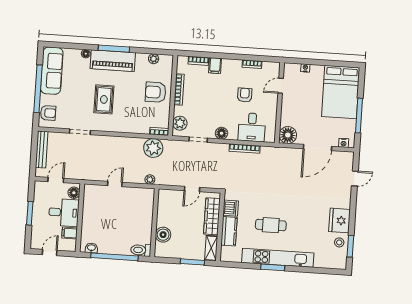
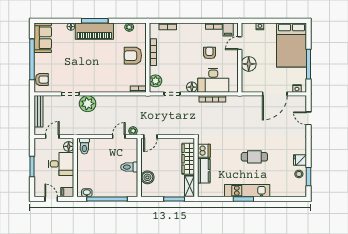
filing cabinet: (215, 66) -> (228, 29), moved
sofa: (52, 71) -> (43, 38), width x0.73
rug: (104, 99) -> (89, 65), removed
desk: (252, 127) -> (213, 80), width x1.37
floor lamp: (288, 135) -> (249, 64), moved
plant: (153, 148) -> (88, 104), moved
door: (355, 179) -> (309, 118), swing flipped
door: (115, 184) -> (119, 137), moved
door: (192, 189) -> (150, 137), moved
toilet: (92, 194) -> (84, 146), added
fridge: (340, 220) -> (300, 160), width x0.53, depth x0.75
cafe table: (271, 225) -> (254, 157), moved
filing cabinet: (70, 233) -> (67, 192), moved
toilet: (141, 250) -> (129, 167), moved
door: (50, 252) -> (51, 199), hinge flipped
kitchen unit: (278, 258) -> (247, 191), width x0.73

